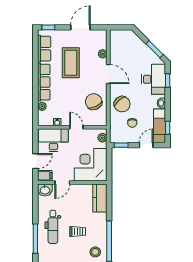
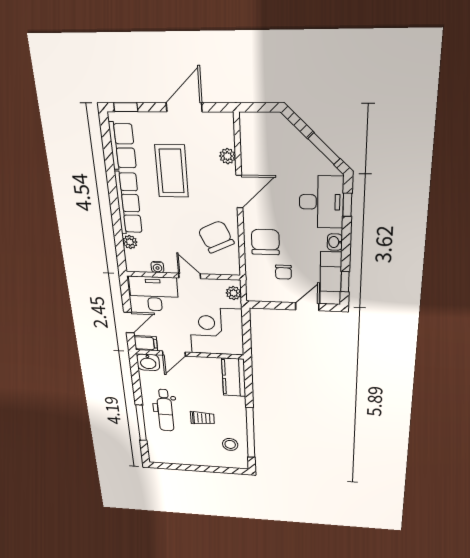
door: (108, 74) -> (239, 192), hinge flipped
chair: (122, 104) -> (265, 242), turned -139
window: (121, 145) -> (265, 305), removed

